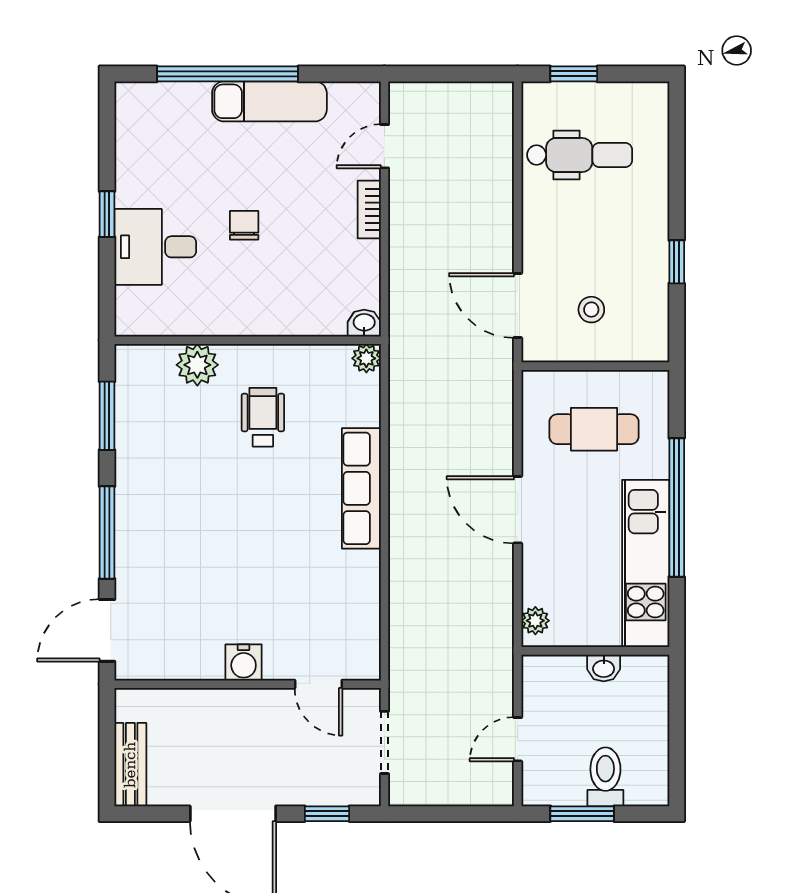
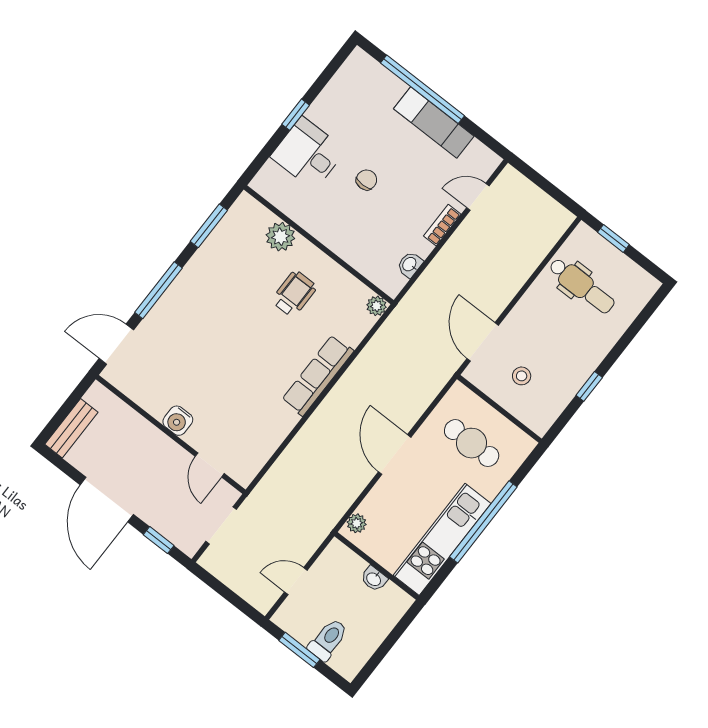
washbasin: (364, 323) -> (410, 264), moved, turned -90

